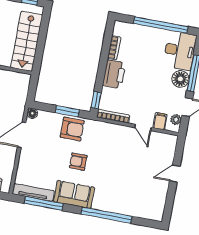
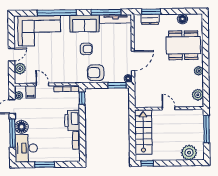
window: (161, 25) -> (45, 165), width x0.47
window: (67, 111) -> (117, 85), moved
plant: (168, 153) -> (20, 69), added
corner sofa: (133, 197) -> (39, 31), added

